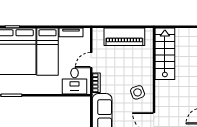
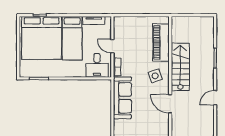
piano: (124, 37) -> (161, 42), moved, turned 90
stairs: (165, 54) -> (180, 67), moved
door: (91, 60) -> (112, 46), hinge flipped

